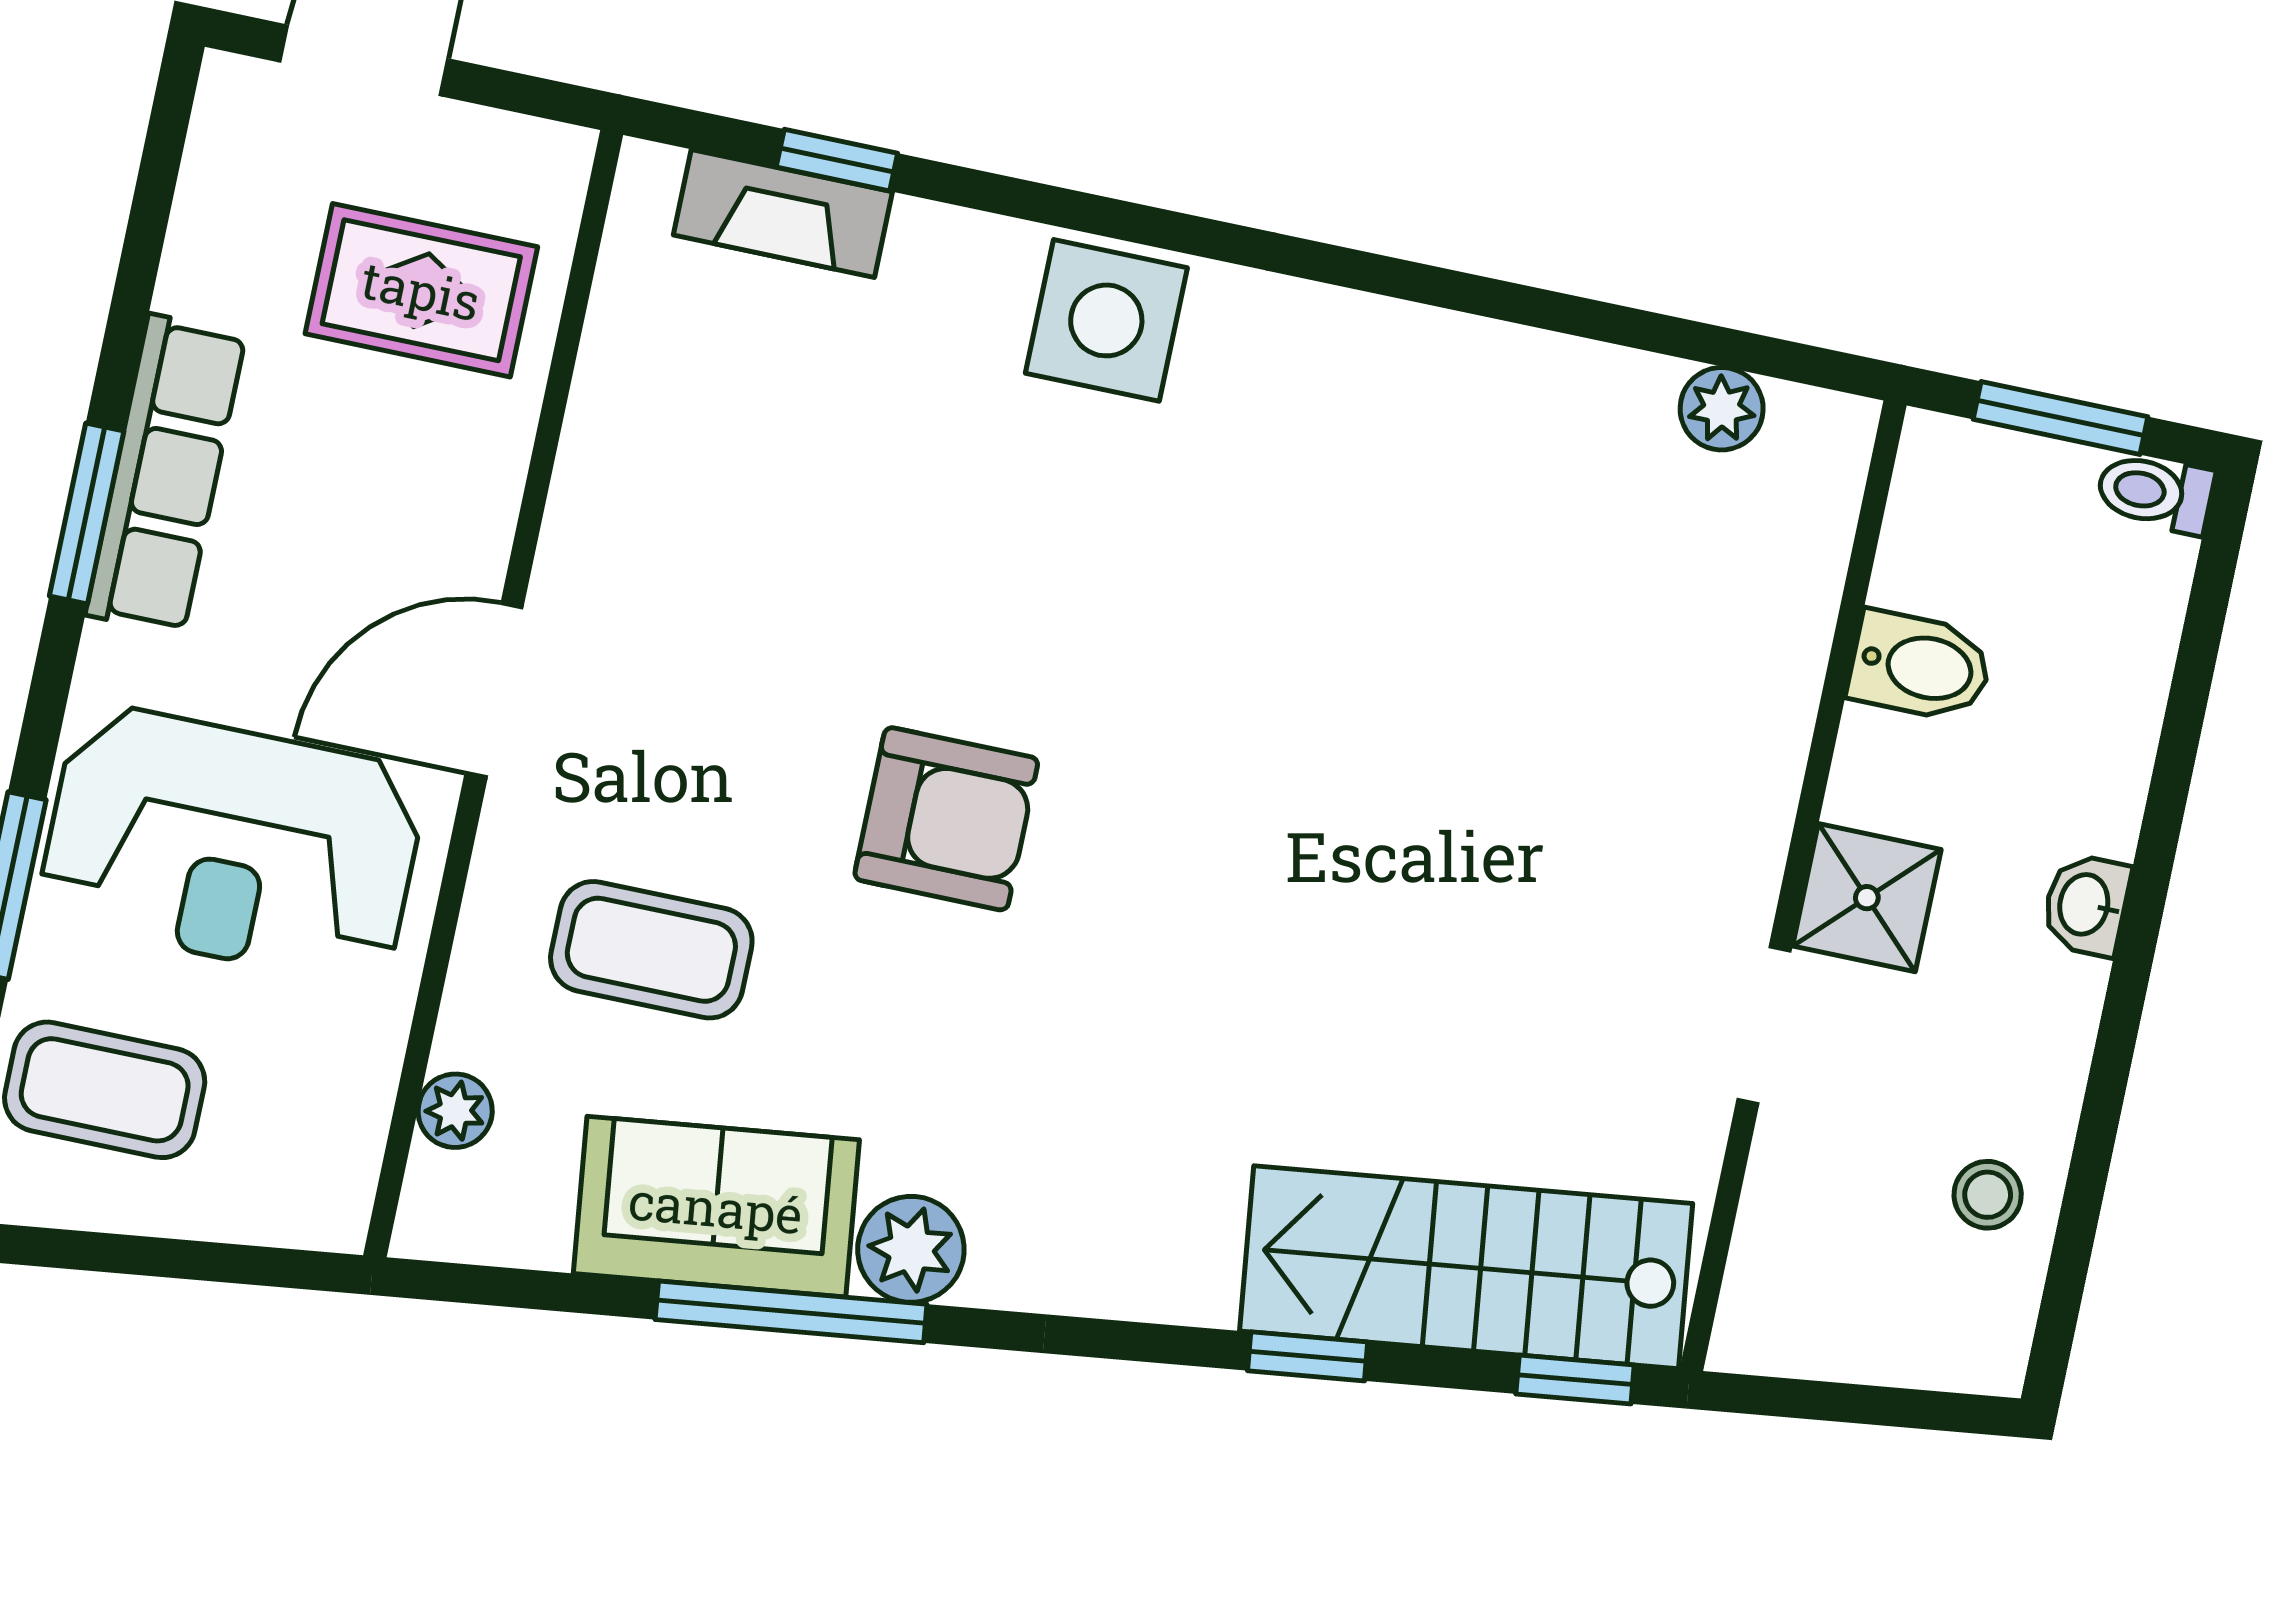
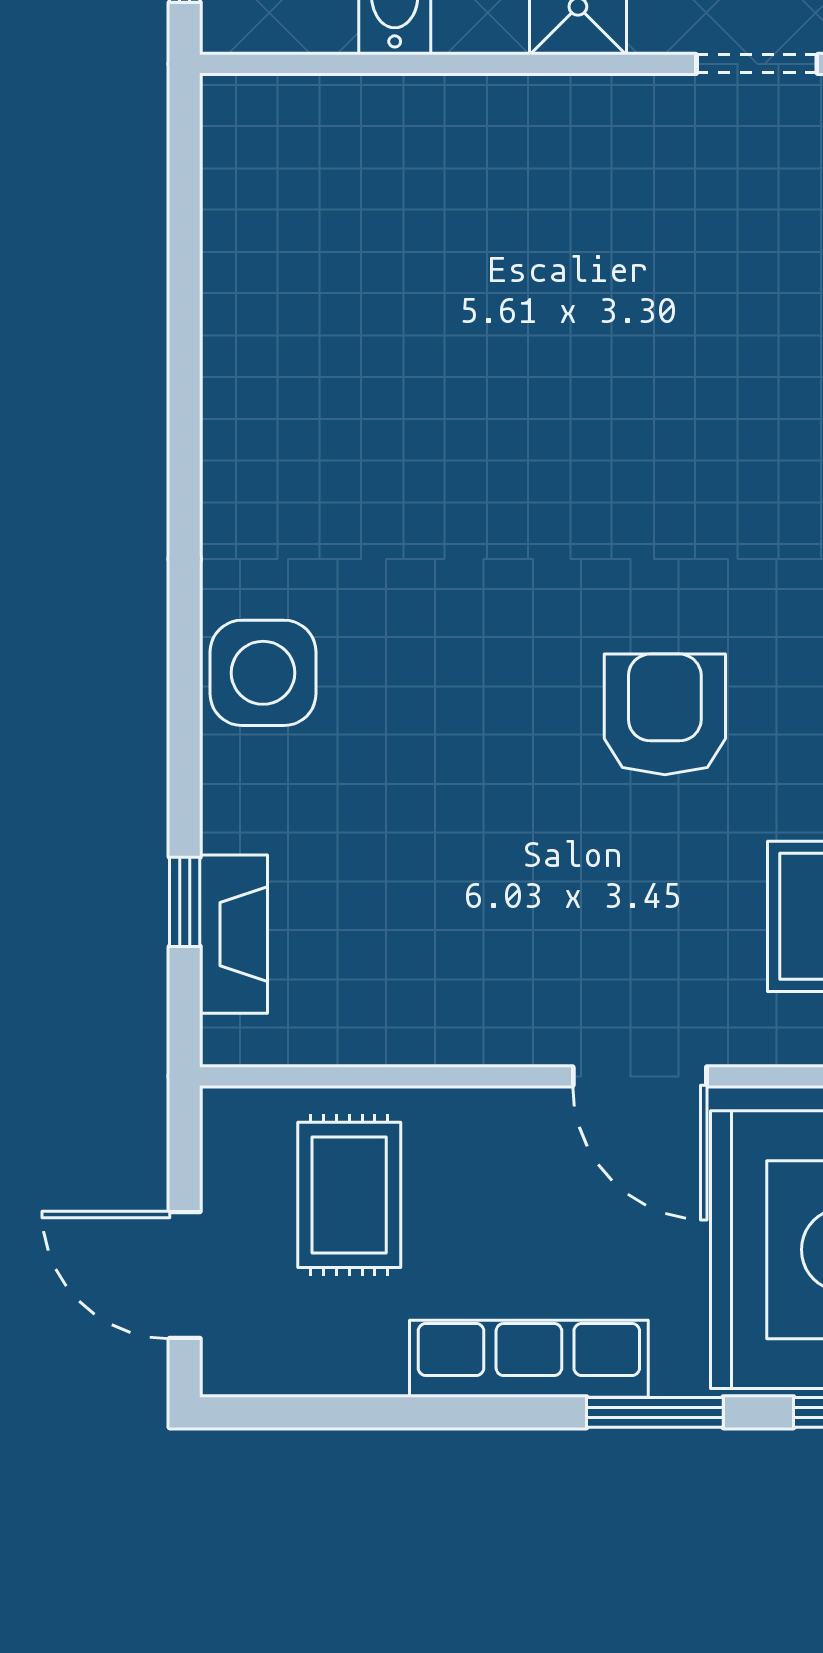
plant: (1722, 409) -> (232, 194), removed
window: (87, 513) -> (655, 1412), moved
doorway: (1764, 1025) -> (757, 64), moved

